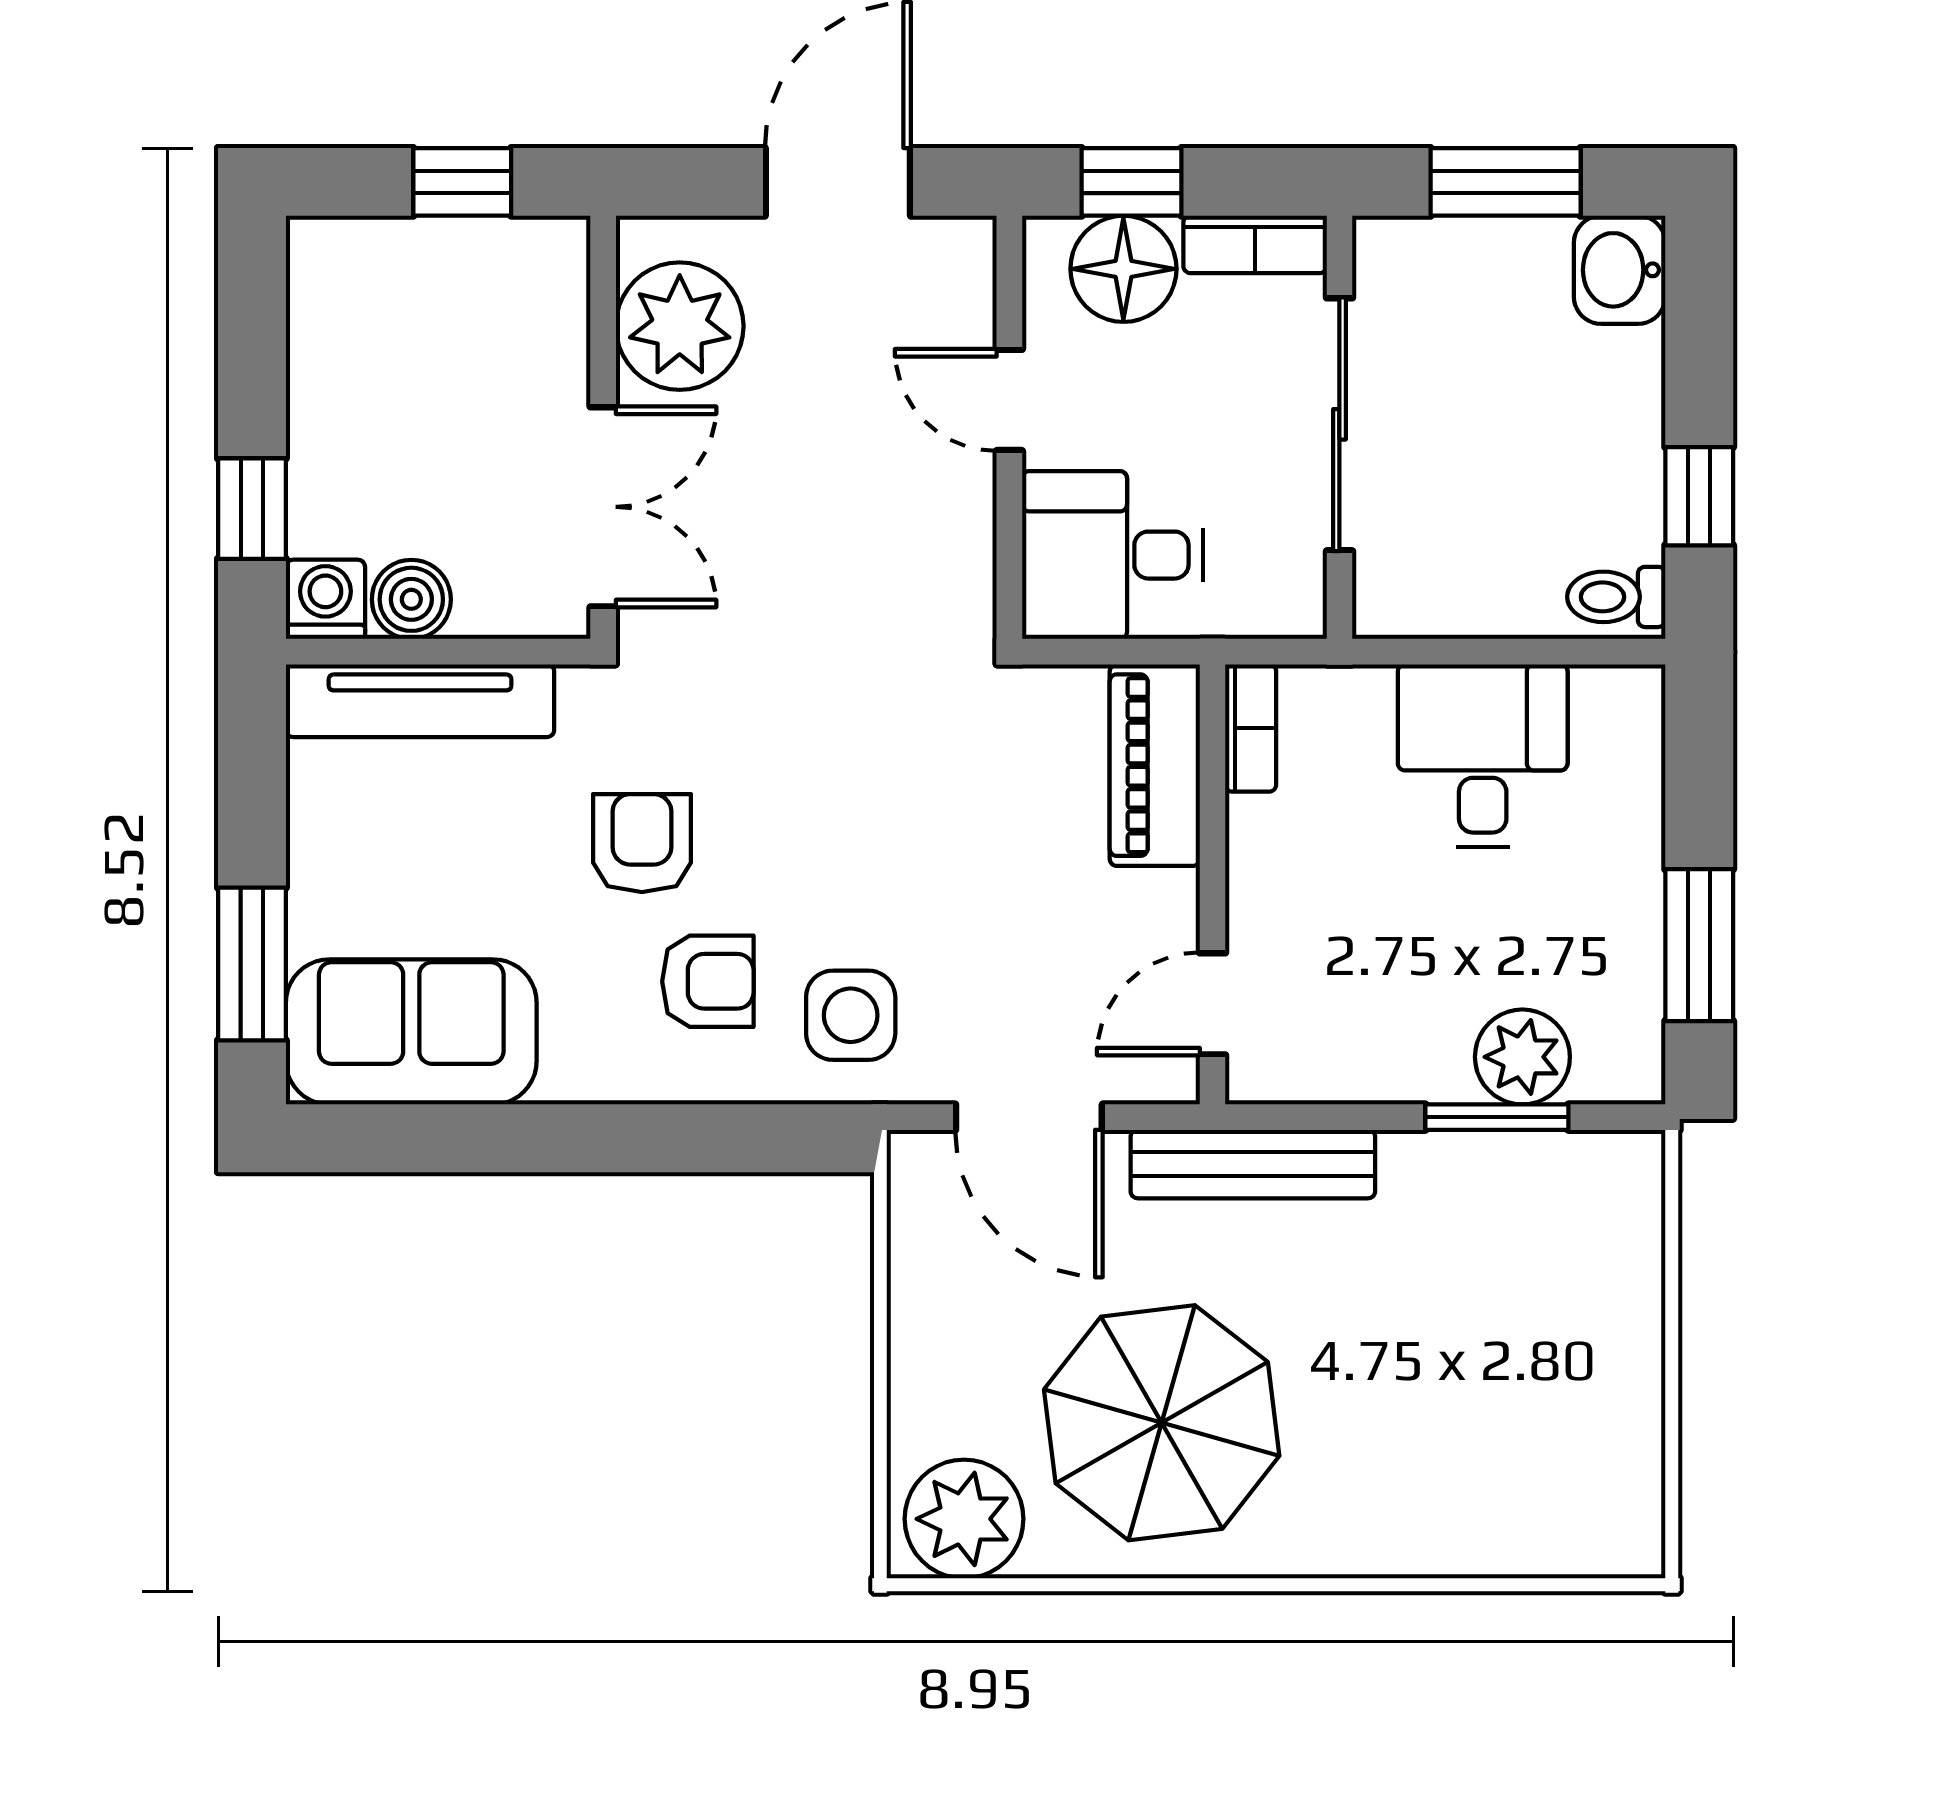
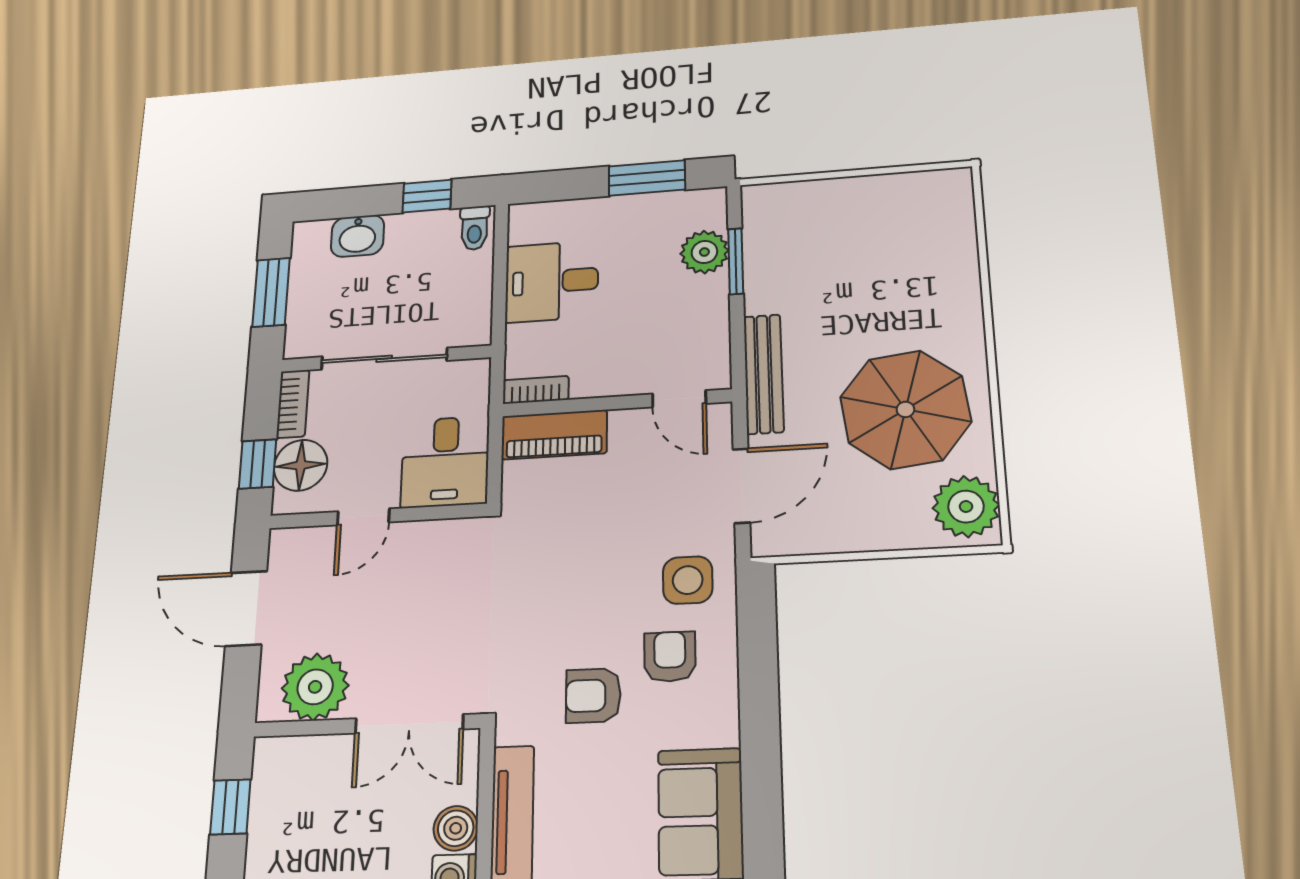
washbasin: (1620, 270) -> (357, 236), moved
double door: (603, 507) -> (409, 724), swing flipped

